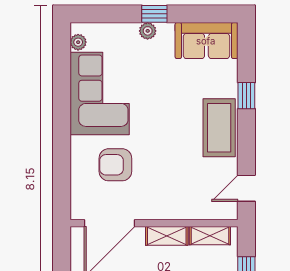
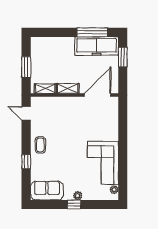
coffee table: (219, 128) -> (40, 145), width x0.54, depth x0.58
armchair: (115, 165) -> (95, 126), removed
door: (246, 188) -> (26, 113), swing flipped

